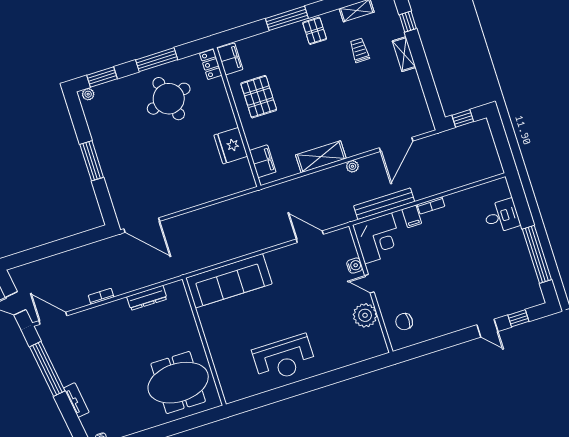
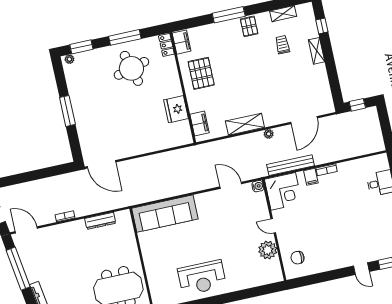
water cooler: (355, 266) -> (258, 186), moved

